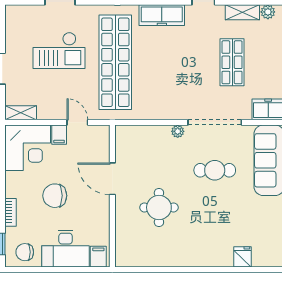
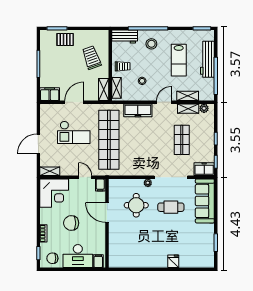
filing cabinet: (59, 135) -> (100, 185), moved
round table: (159, 207) -> (136, 205), moved
fridge: (242, 257) -> (173, 261), moved

